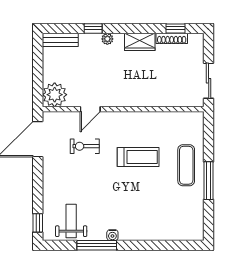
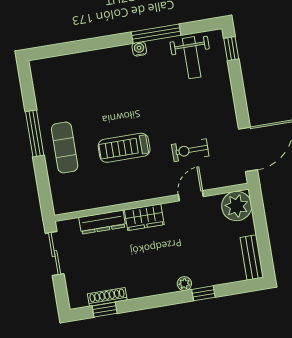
bench: (60, 40) -> (252, 258), moved, turned 90
wardrobe: (140, 42) -> (144, 217), moved, turned 180
dresser: (166, 100) -> (102, 222), added
exercise bike: (85, 146) -> (190, 150), turned 180

